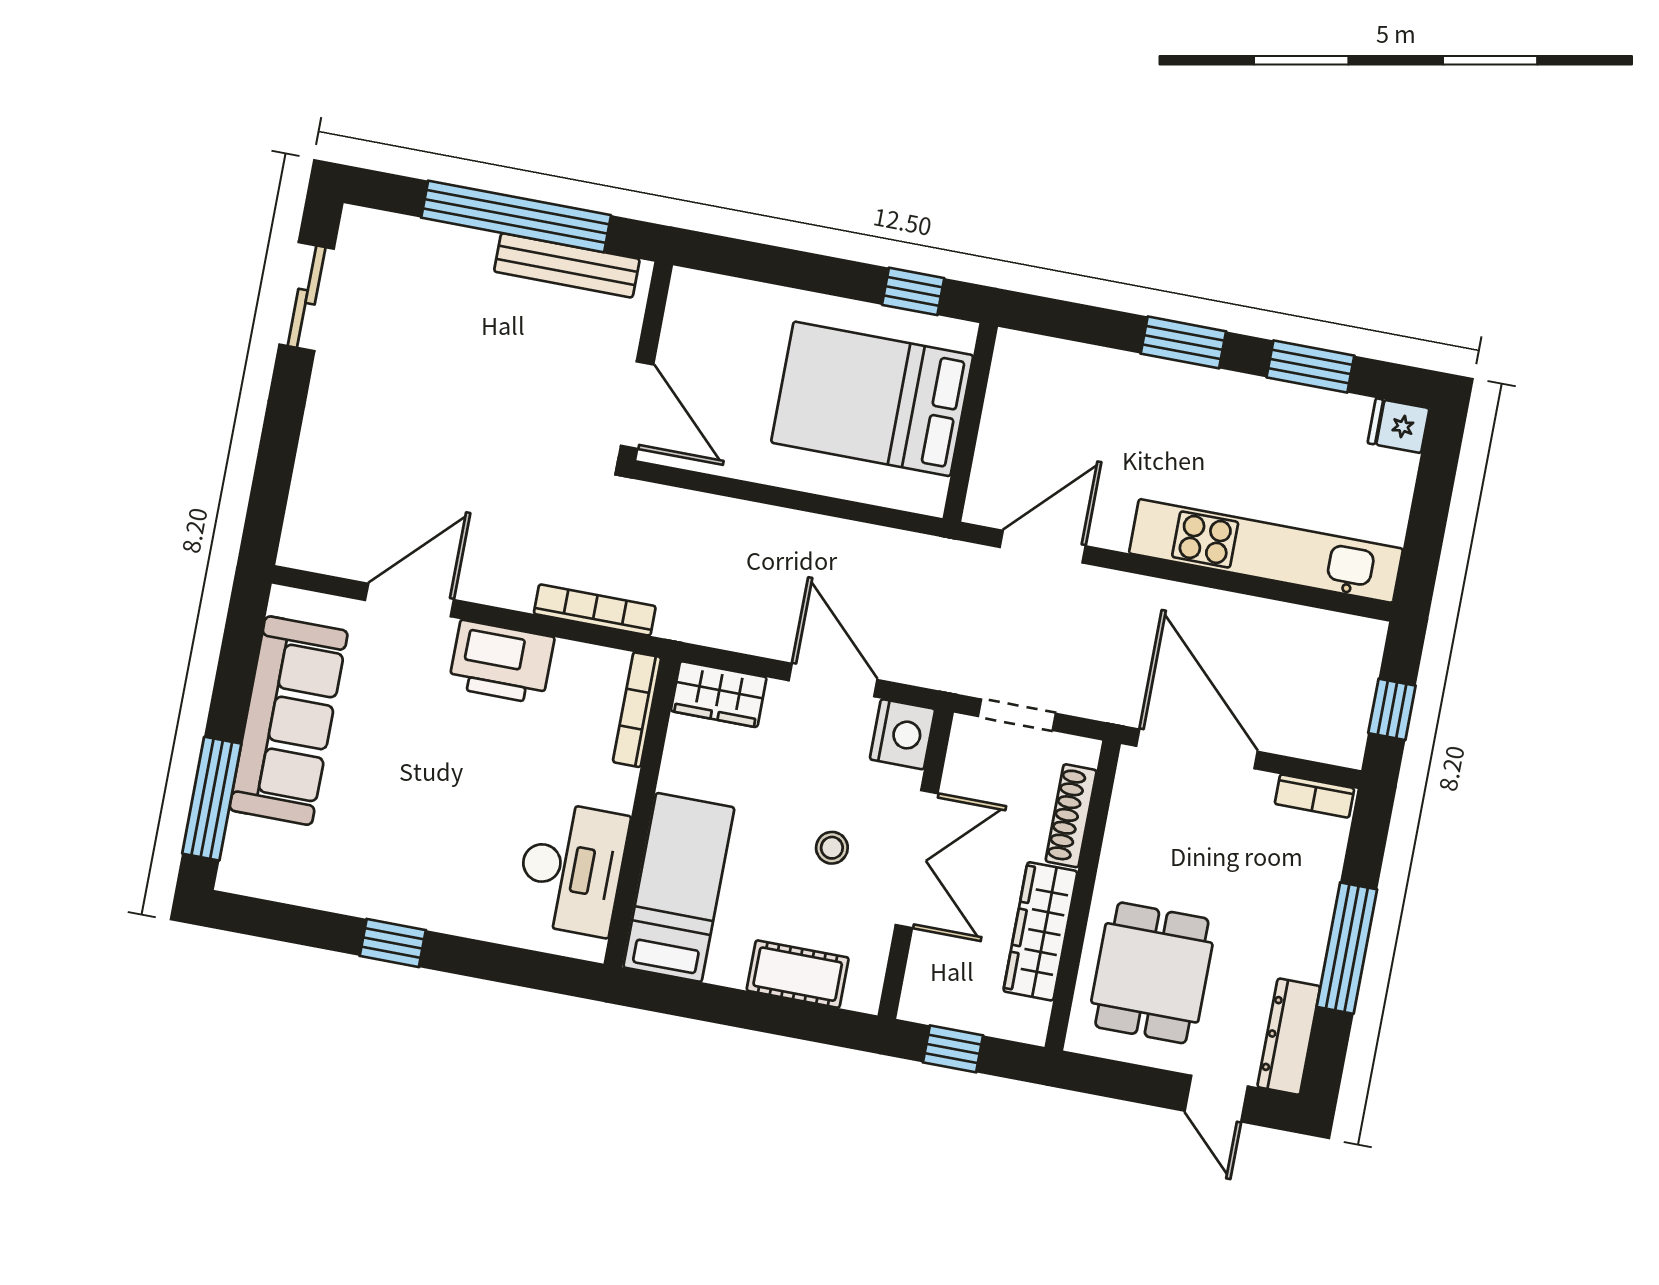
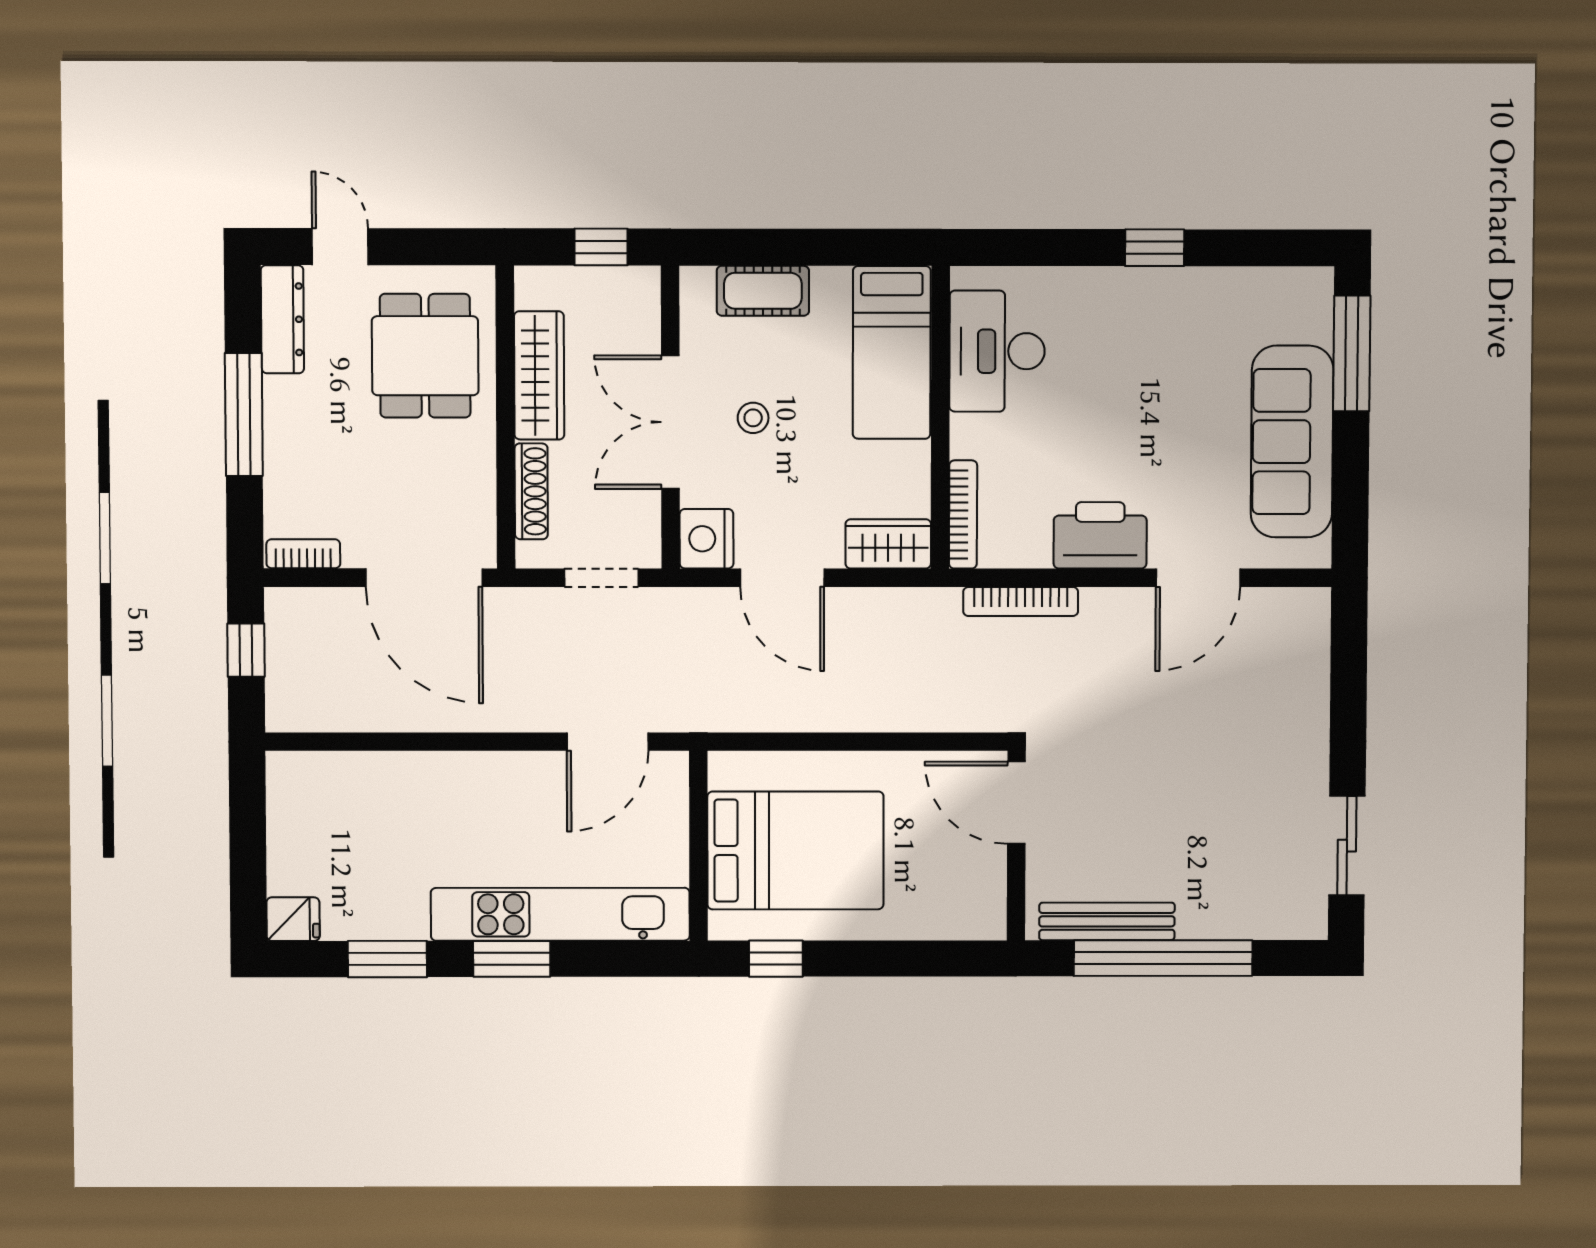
kitchen unit: (1266, 551) -> (560, 914), moved, turned 180

